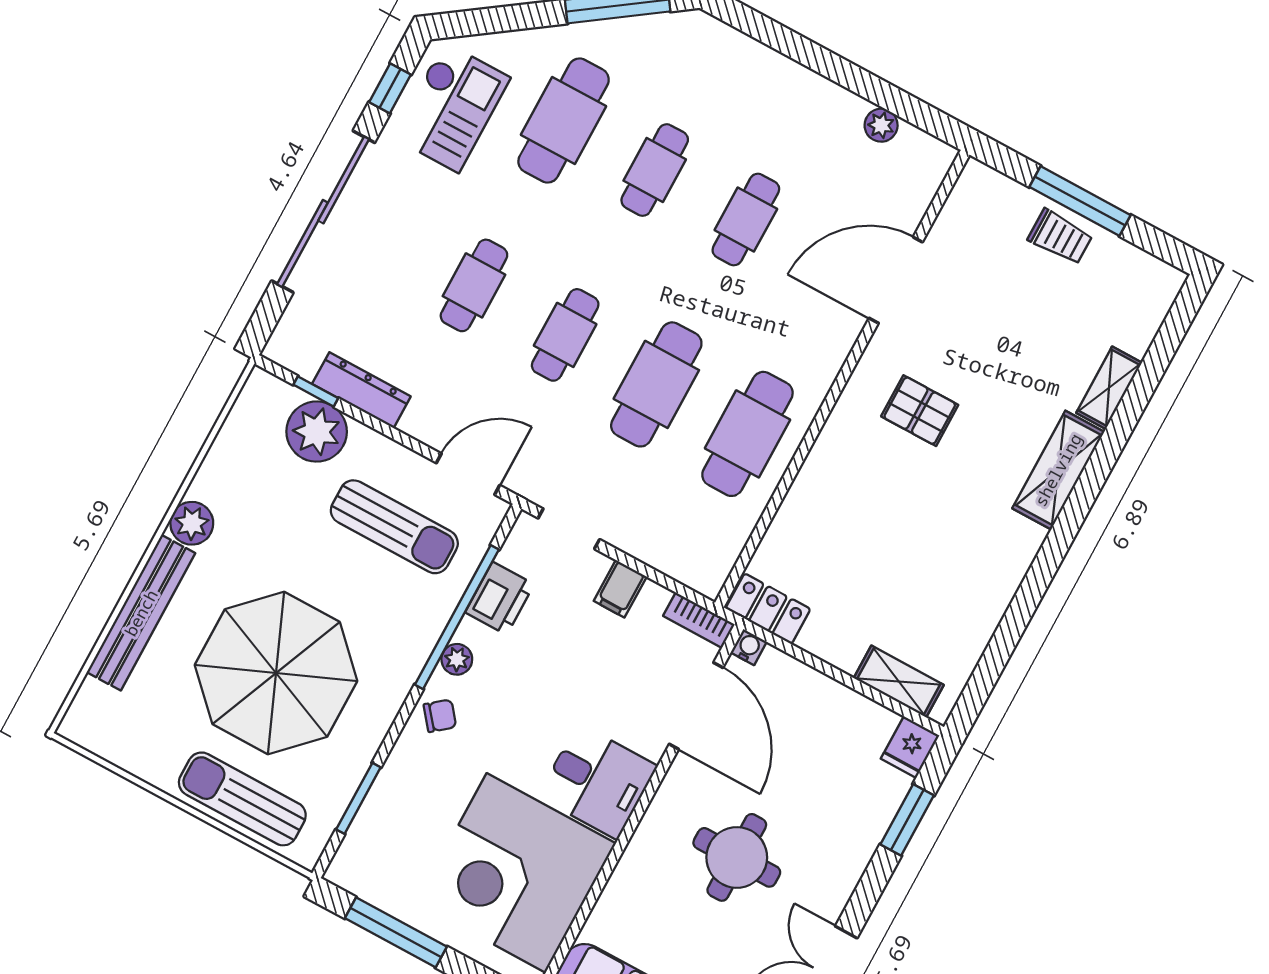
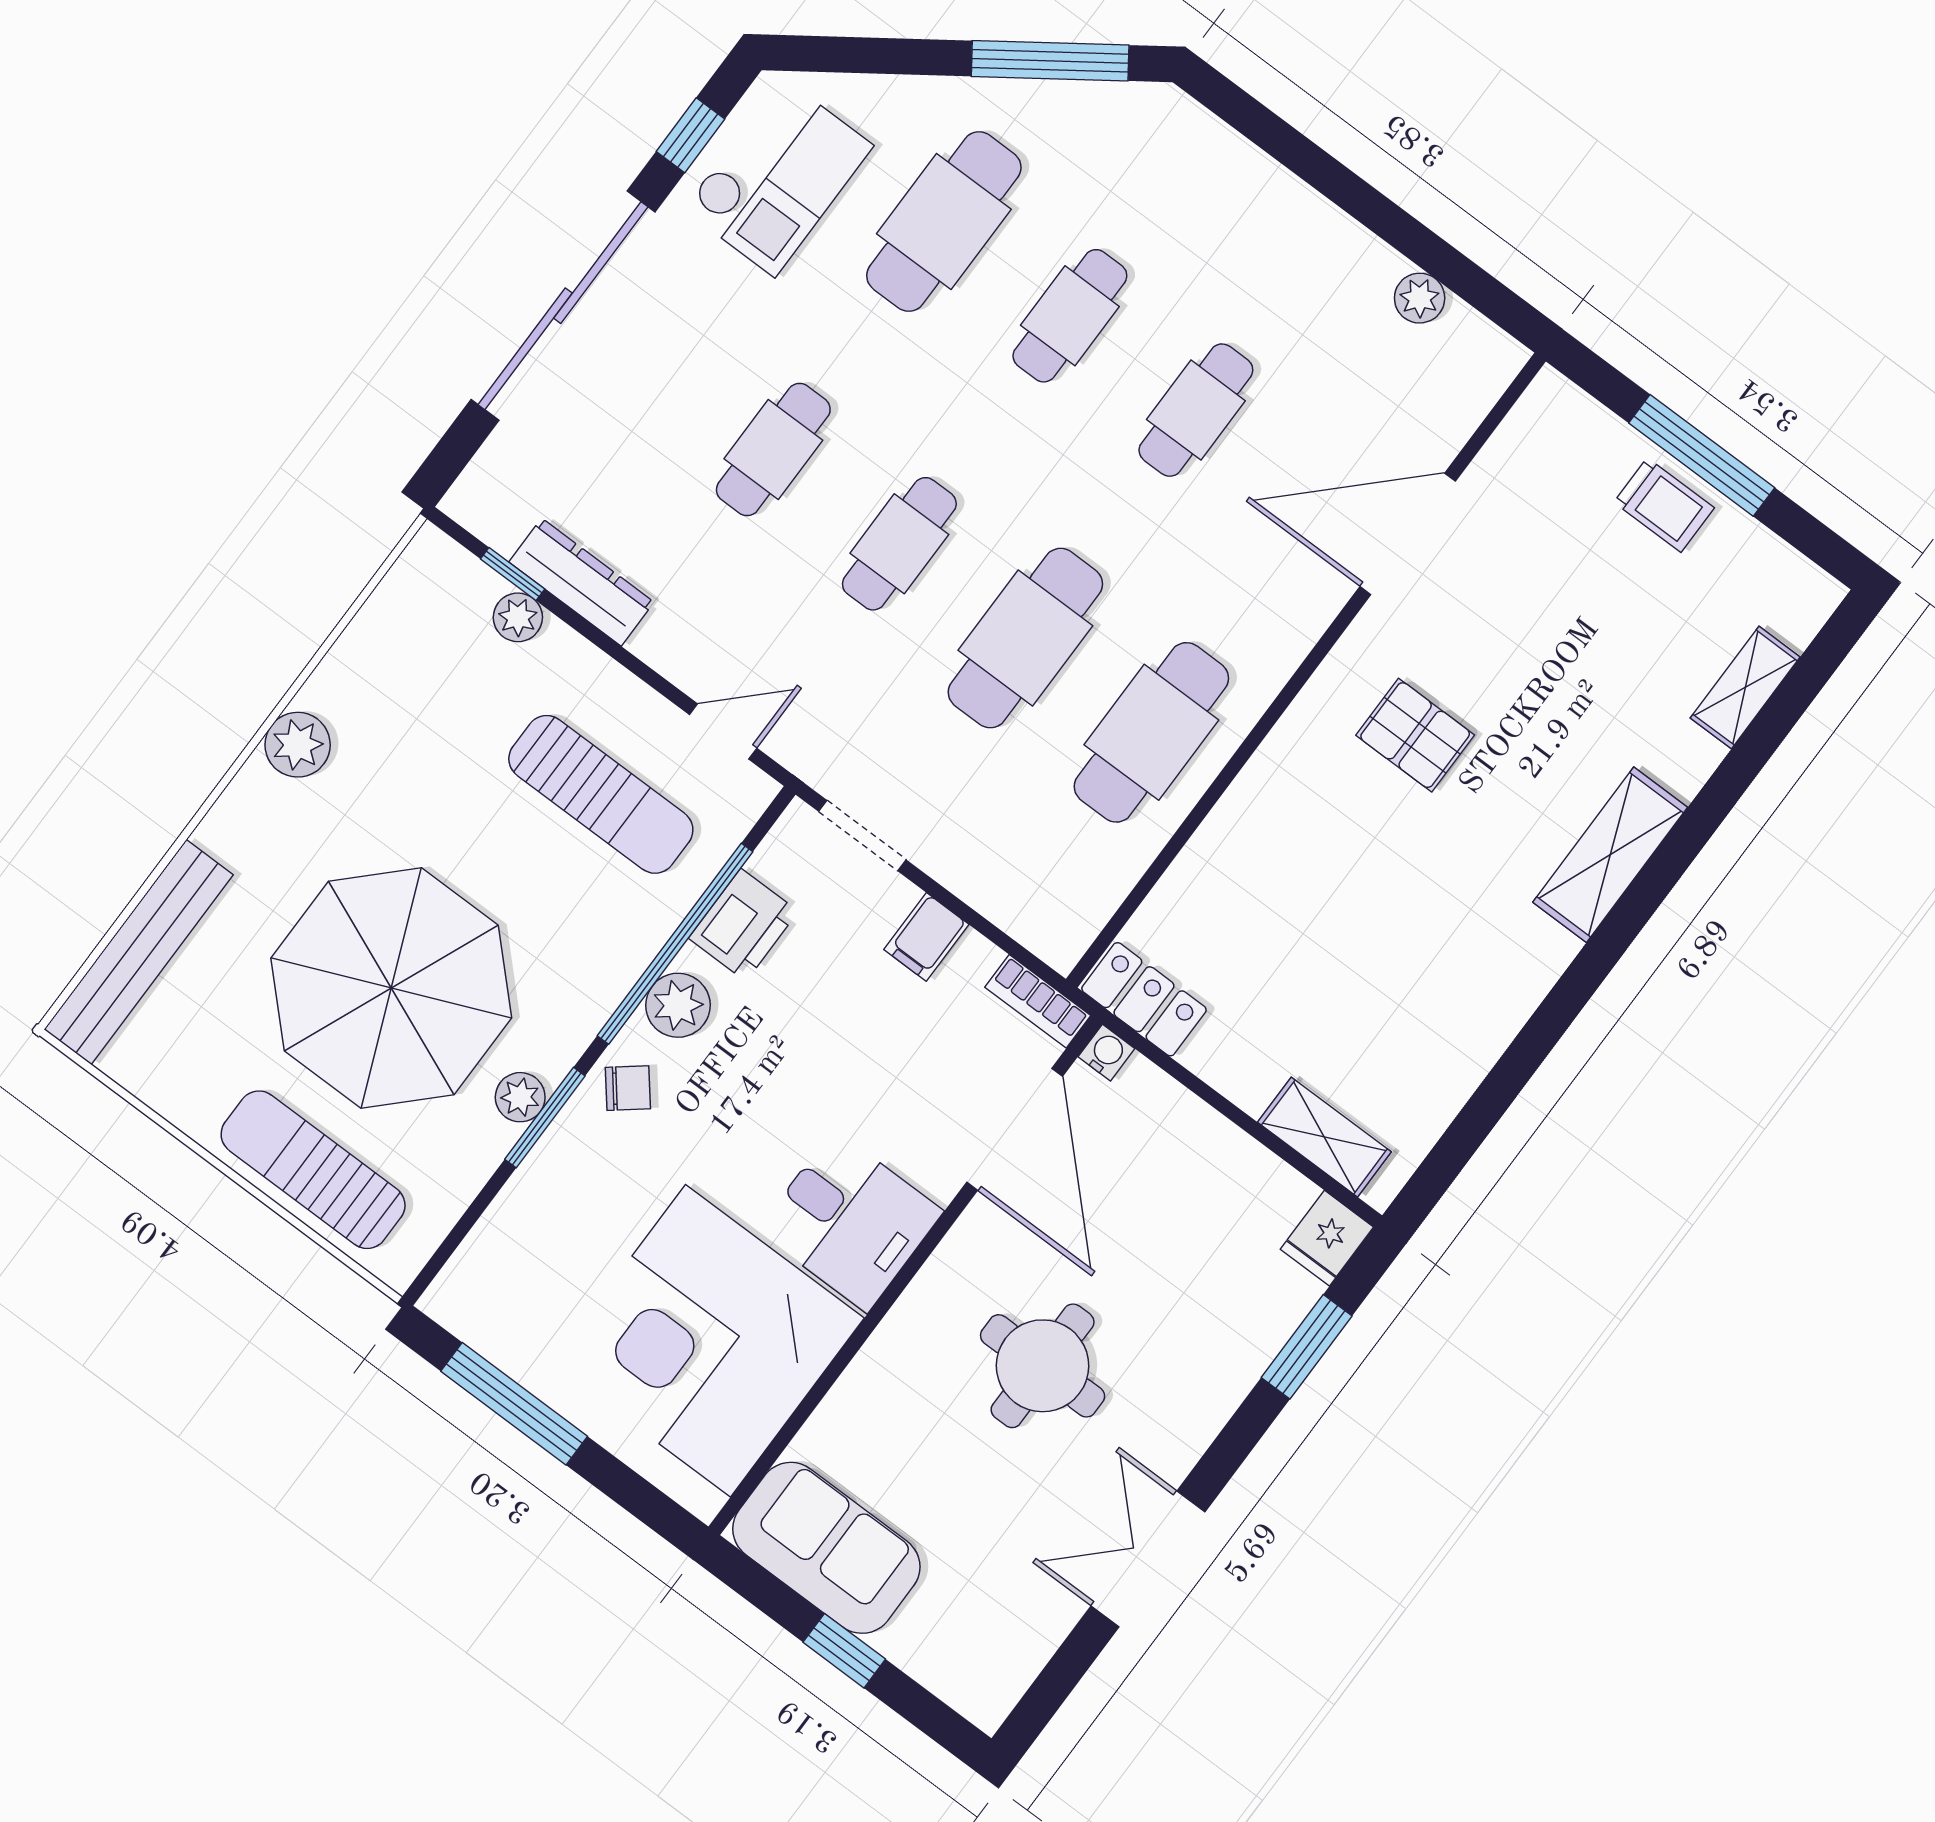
shelving: (1109, 388) -> (1745, 688), moved
plant: (317, 432) -> (518, 617), width x0.53, depth x0.53
door: (468, 474) -> (723, 731), width x0.73
bench: (141, 613) -> (139, 952), moved
plant: (457, 659) -> (678, 1005), width x1.38, depth x1.38
plant: (371, 732) -> (520, 1097), added
window: (358, 798) -> (545, 1118), moved

